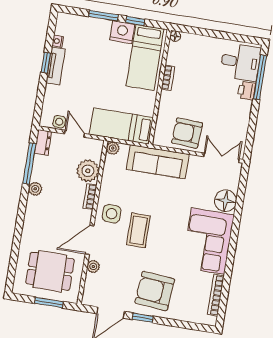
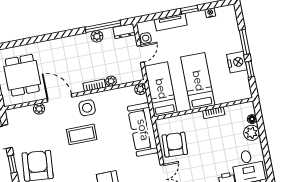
floor lamp: (175, 36) -> (252, 119), moved
plant: (205, 45) -> (252, 133), added
bed: (145, 58) -> (198, 81), moved, turned 90
tv unit: (56, 66) -> (171, 22), moved
plant: (88, 171) -> (111, 81), width x0.53, depth x0.53
plant: (35, 189) -> (97, 36), moved

